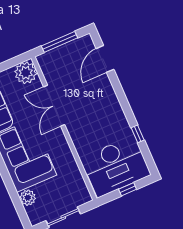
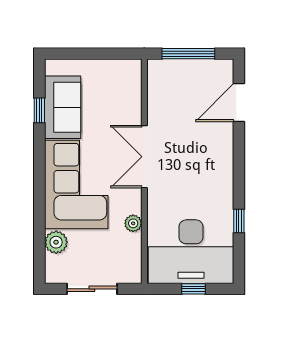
plant: (26, 73) -> (133, 223), moved, width x0.53, depth x0.53
double door: (54, 106) -> (144, 157), moved

